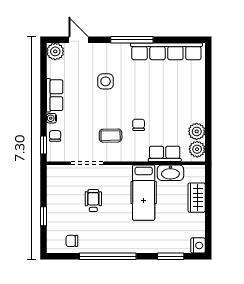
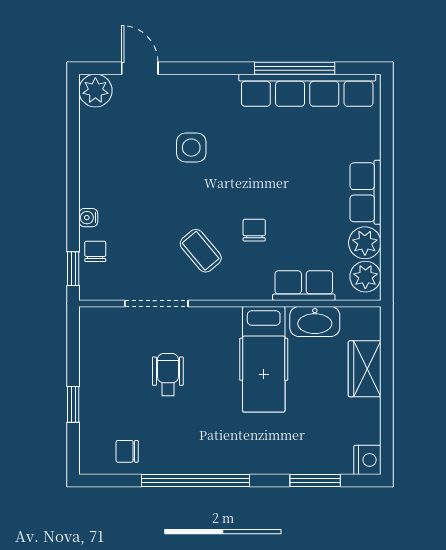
window: (132, 40) -> (295, 68), moved
row of seats: (55, 95) -> (366, 192), moved, turned 180
coffee table: (111, 136) -> (201, 251), turned 51

